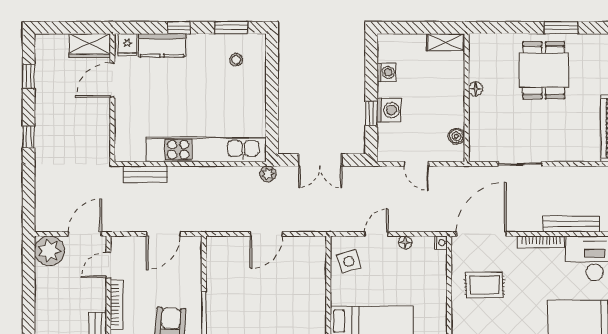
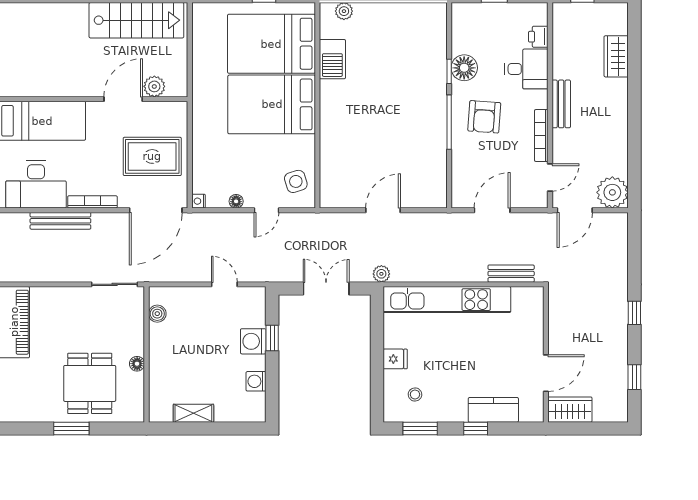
fridge: (127, 45) -> (395, 359), moved, turned 90
floor lamp: (476, 89) -> (137, 364), moved
wall: (467, 98) -> (147, 354), moved
boiler: (456, 136) -> (157, 314), moved
rug: (485, 285) -> (152, 156), width x1.36, depth x1.43

